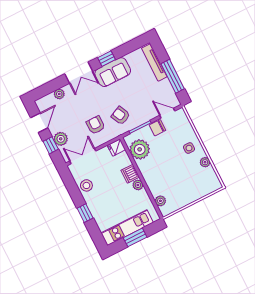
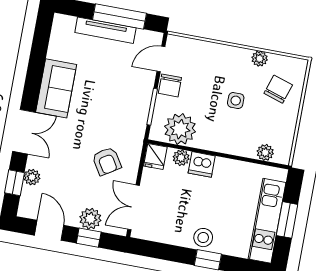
window: (106, 59) -> (15, 183), moved
tv unit: (154, 62) -> (105, 30), moved
armchair: (121, 116) -> (119, 120), removed
armchair: (96, 125) -> (107, 161), turned -122
side table: (189, 148) -> (236, 101), moved
chair: (197, 183) -> (278, 89), added
stool: (86, 185) -> (203, 238), moved
plant: (138, 185) -> (181, 158), moved

